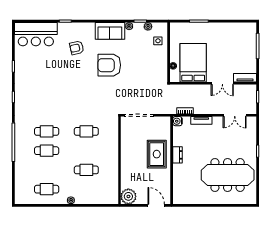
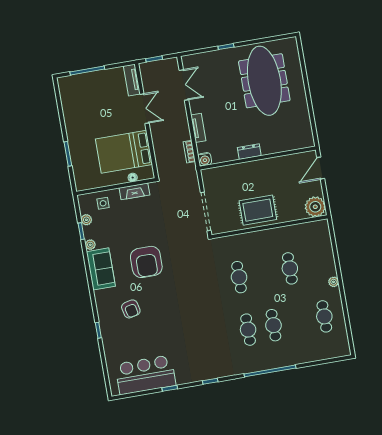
bar counter: (36, 34) -> (145, 375), moved, turned -90
fireplace: (163, 65) -> (134, 191), added
rug: (157, 154) -> (258, 210), moved

